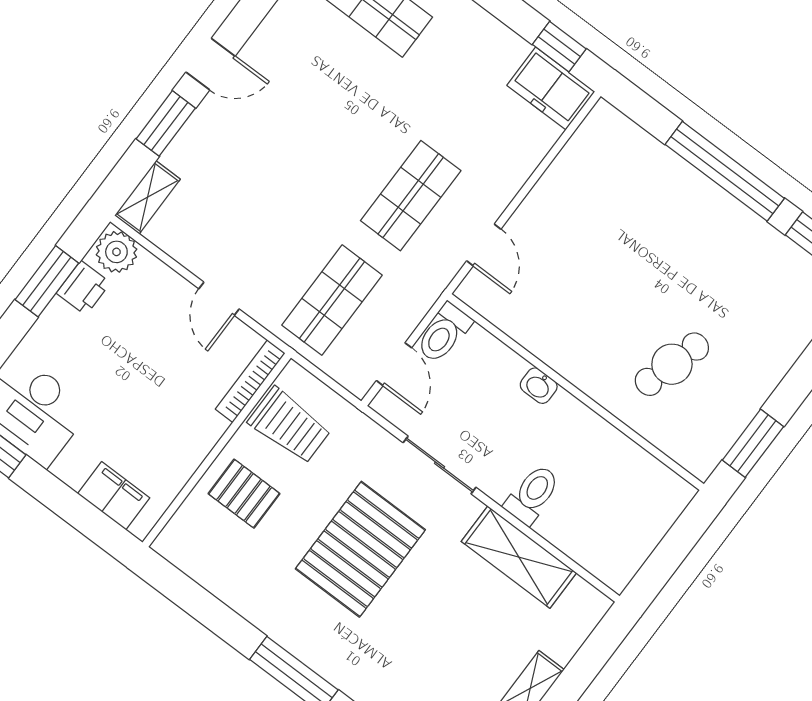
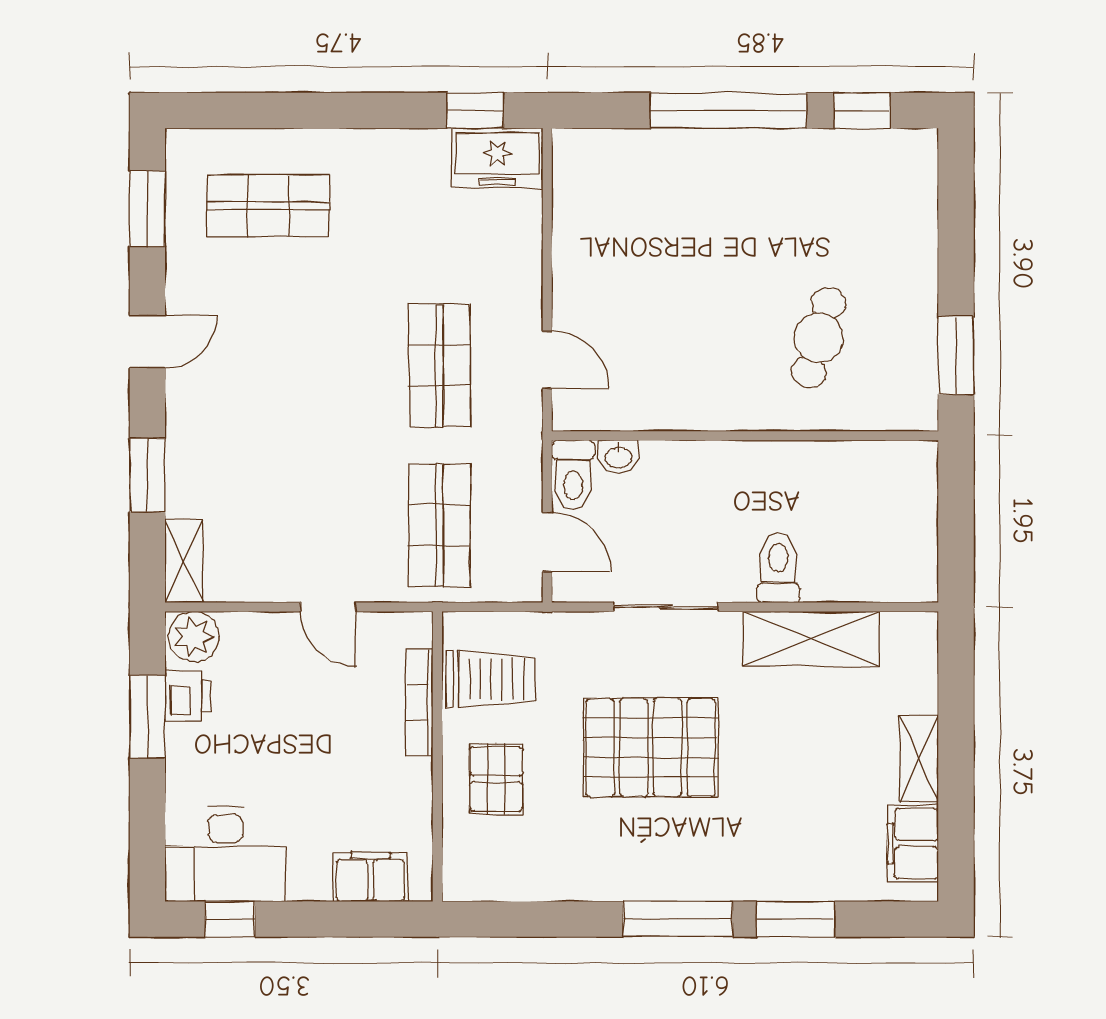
door: (211, 64) -> (147, 341), moved
bookcase: (250, 381) -> (419, 702), moved
washbasin: (539, 386) -> (618, 457), moved
pallet: (244, 494) -> (496, 779), turned 90
pallet: (360, 549) -> (651, 748), turned 90

